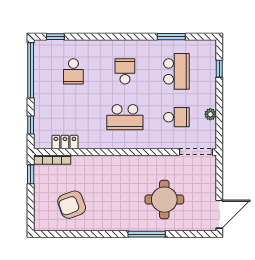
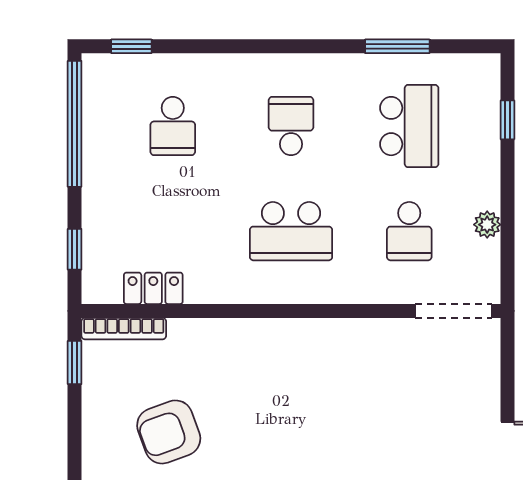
school desk: (176, 117) -> (409, 231), turned 90
round table: (164, 200) -> (381, 420), removed

